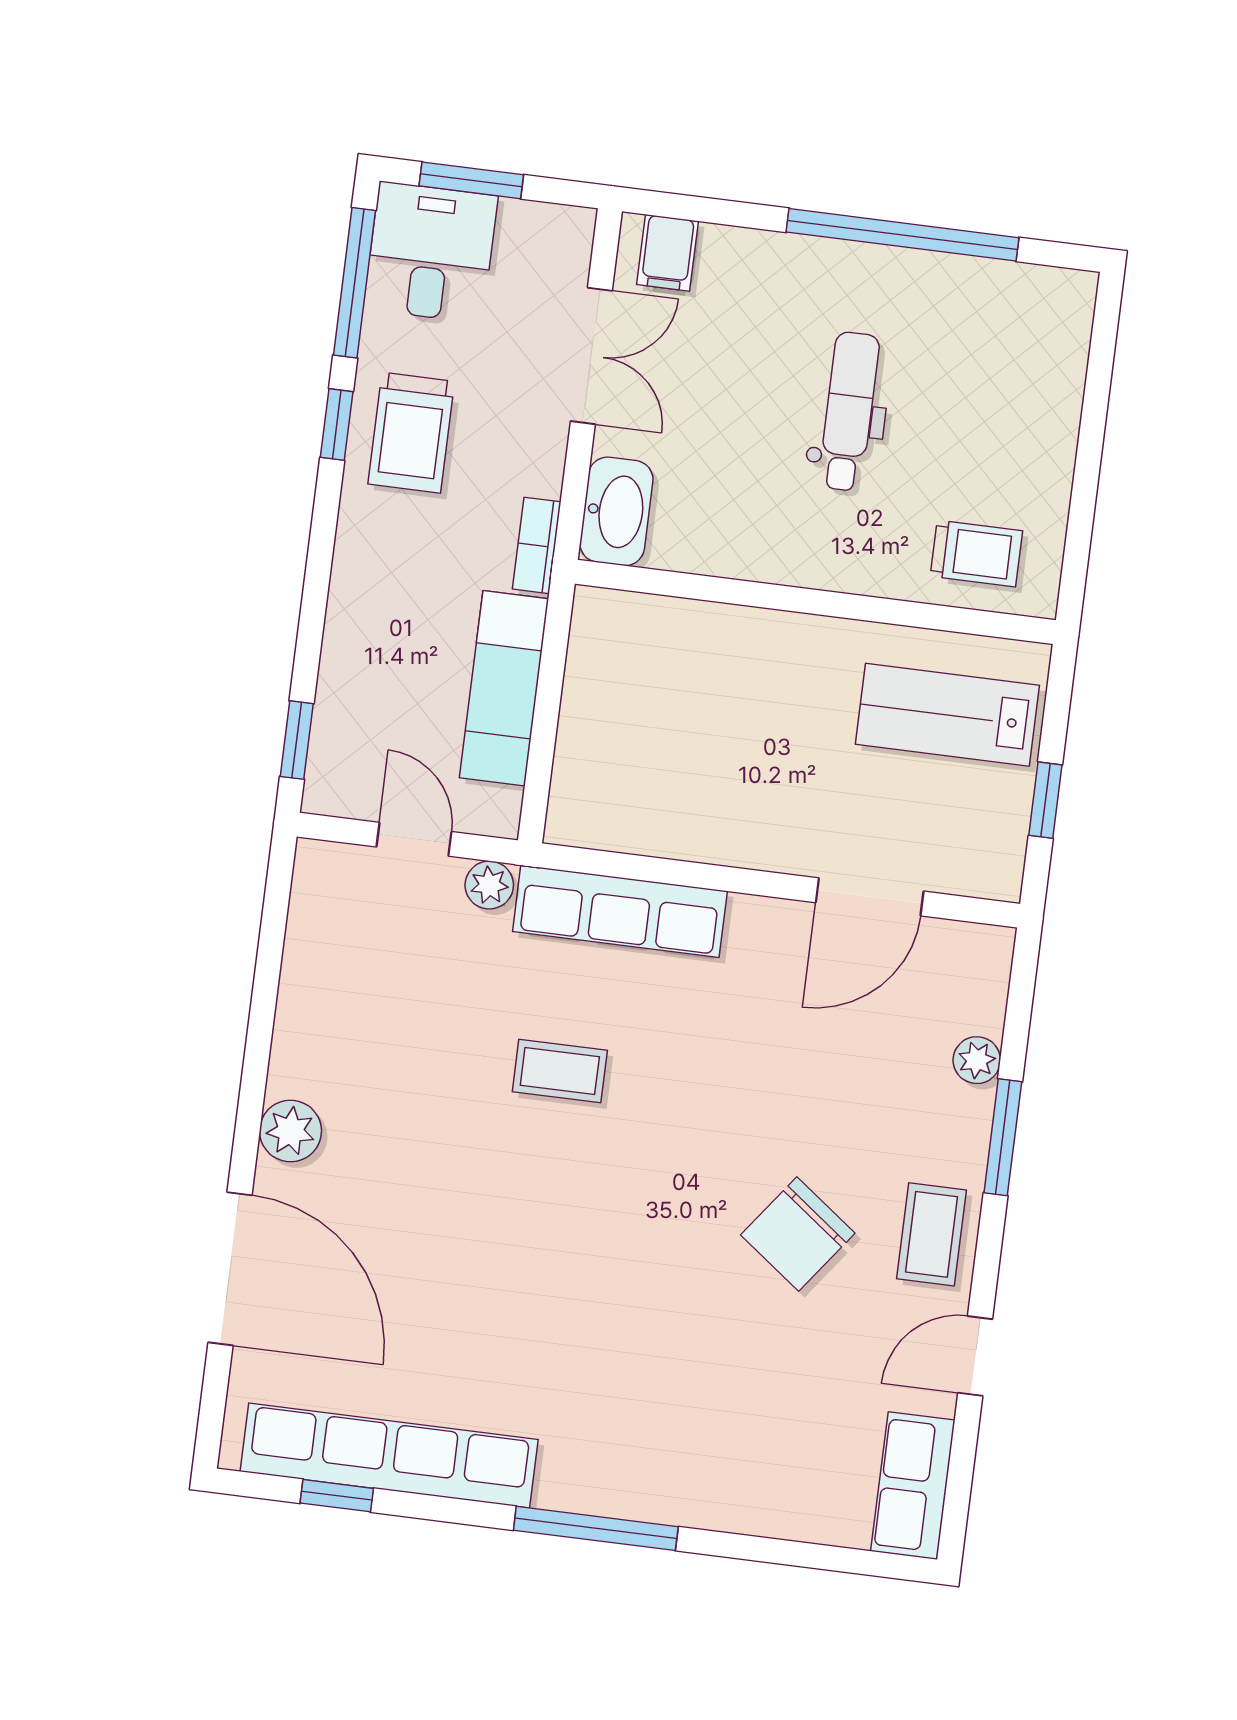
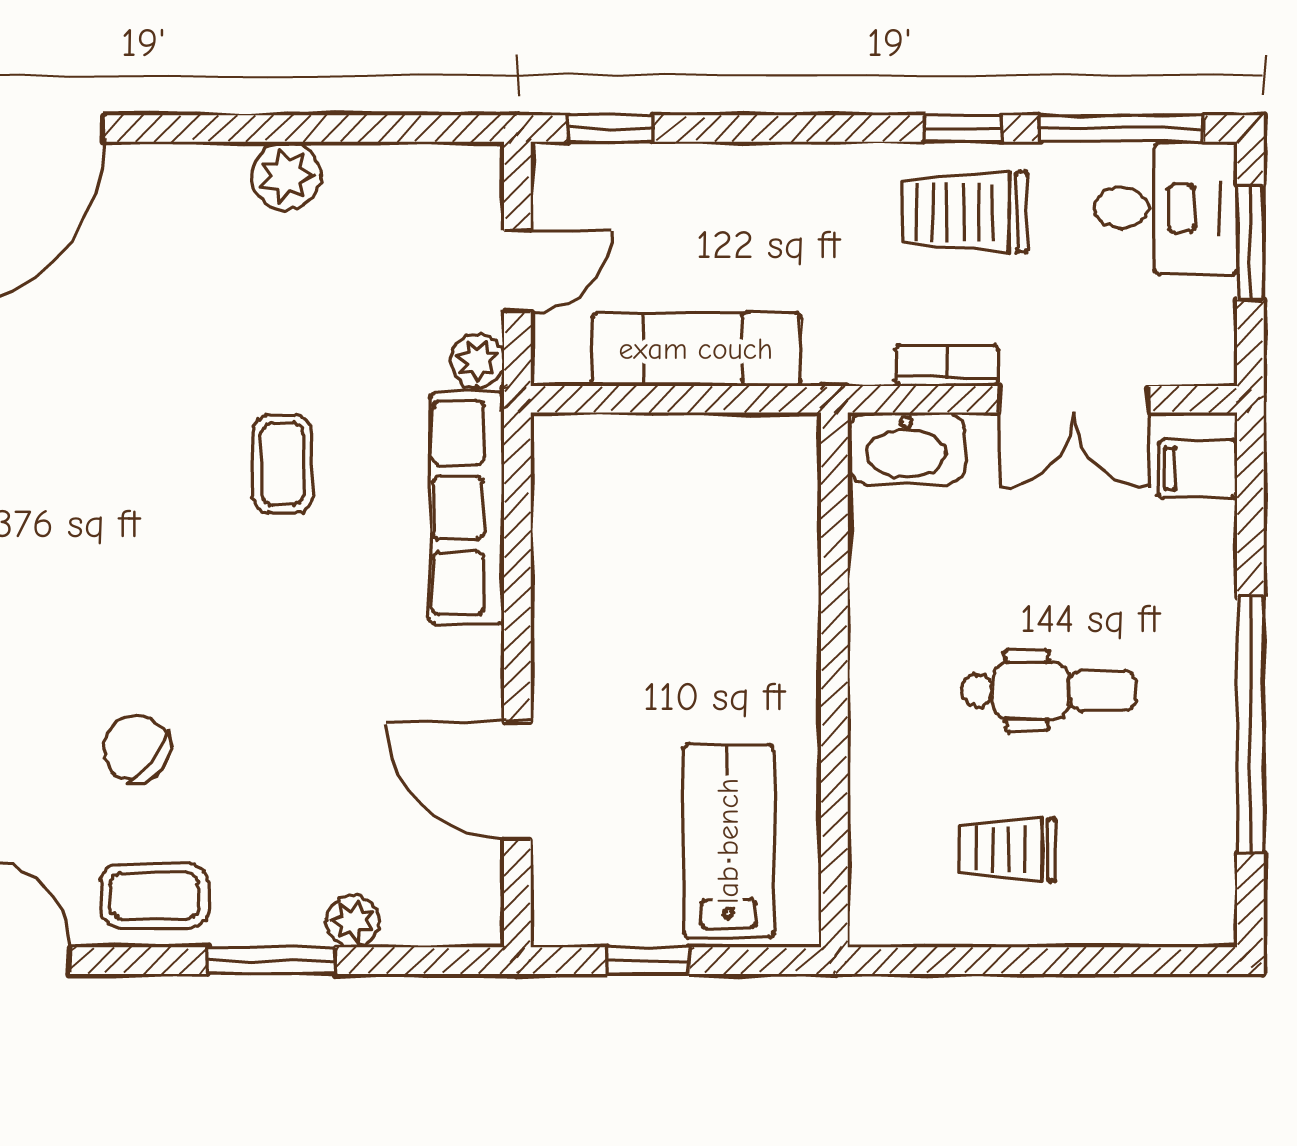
bookcase: (537, 545) -> (947, 365), moved
trolley: (976, 554) -> (1007, 850), moved, turned 90
plant: (291, 1131) -> (286, 176), moved
chair: (798, 1234) -> (136, 748), width x0.73, depth x0.73

